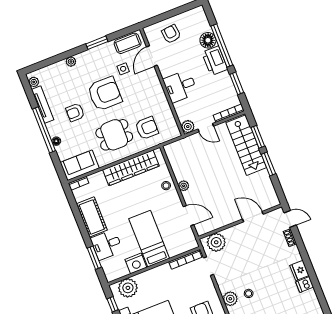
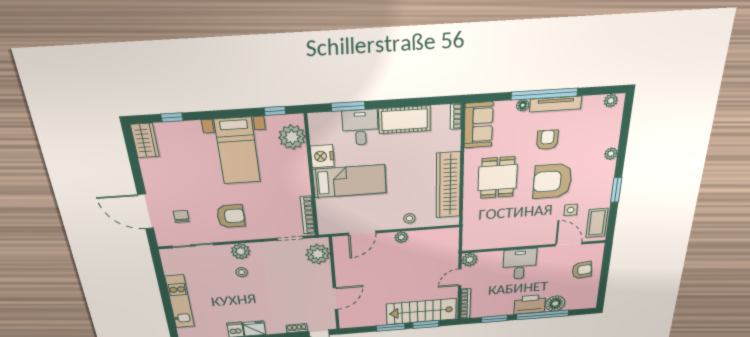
armchair: (105, 94) -> (552, 181), turned 90
tv unit: (43, 105) -> (556, 104), moved
armchair: (147, 128) -> (489, 216), removed

